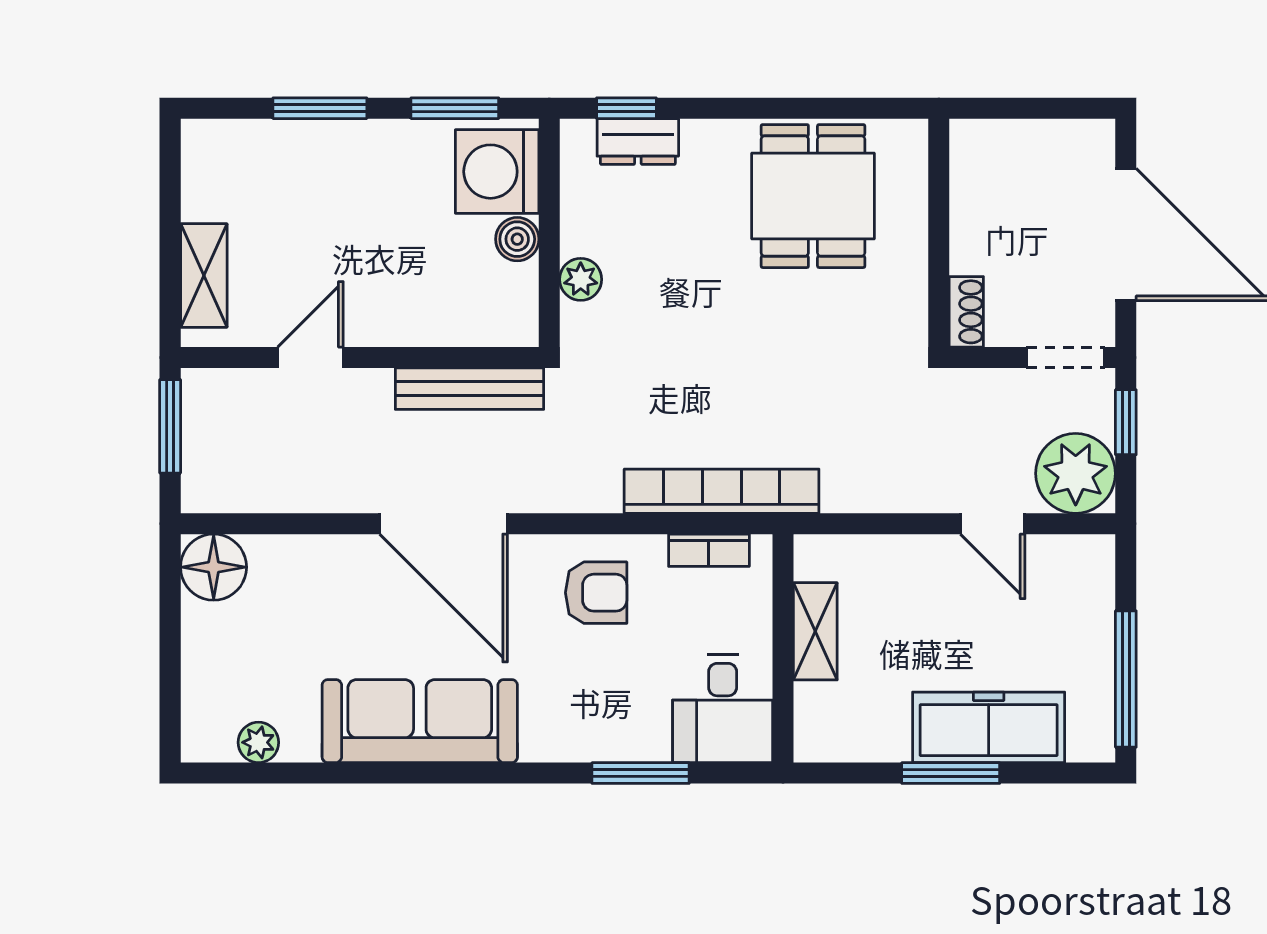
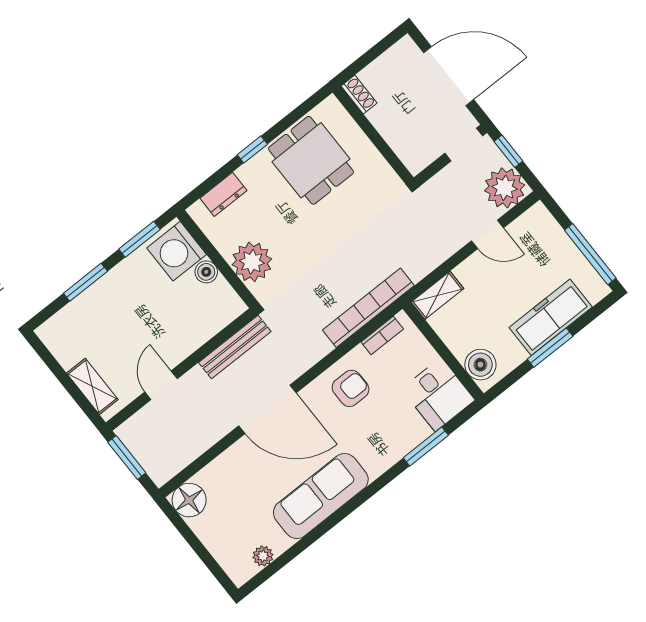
window: (626, 108) -> (252, 150), moved
plant: (581, 279) -> (252, 262), width x1.87, depth x1.87
shoe rack: (966, 312) -> (359, 95), moved
shelving: (815, 631) -> (437, 295), moved, turned 90
boiler: (824, 714) -> (480, 365), added

